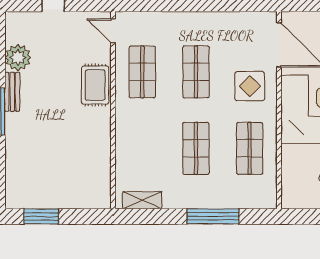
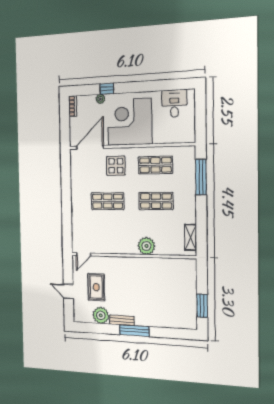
shop shelf: (142, 72) -> (108, 236), removed
rug: (95, 85) -> (96, 287), moved, turned 90
plant: (128, 133) -> (146, 246), added
window: (213, 216) -> (201, 177), moved

